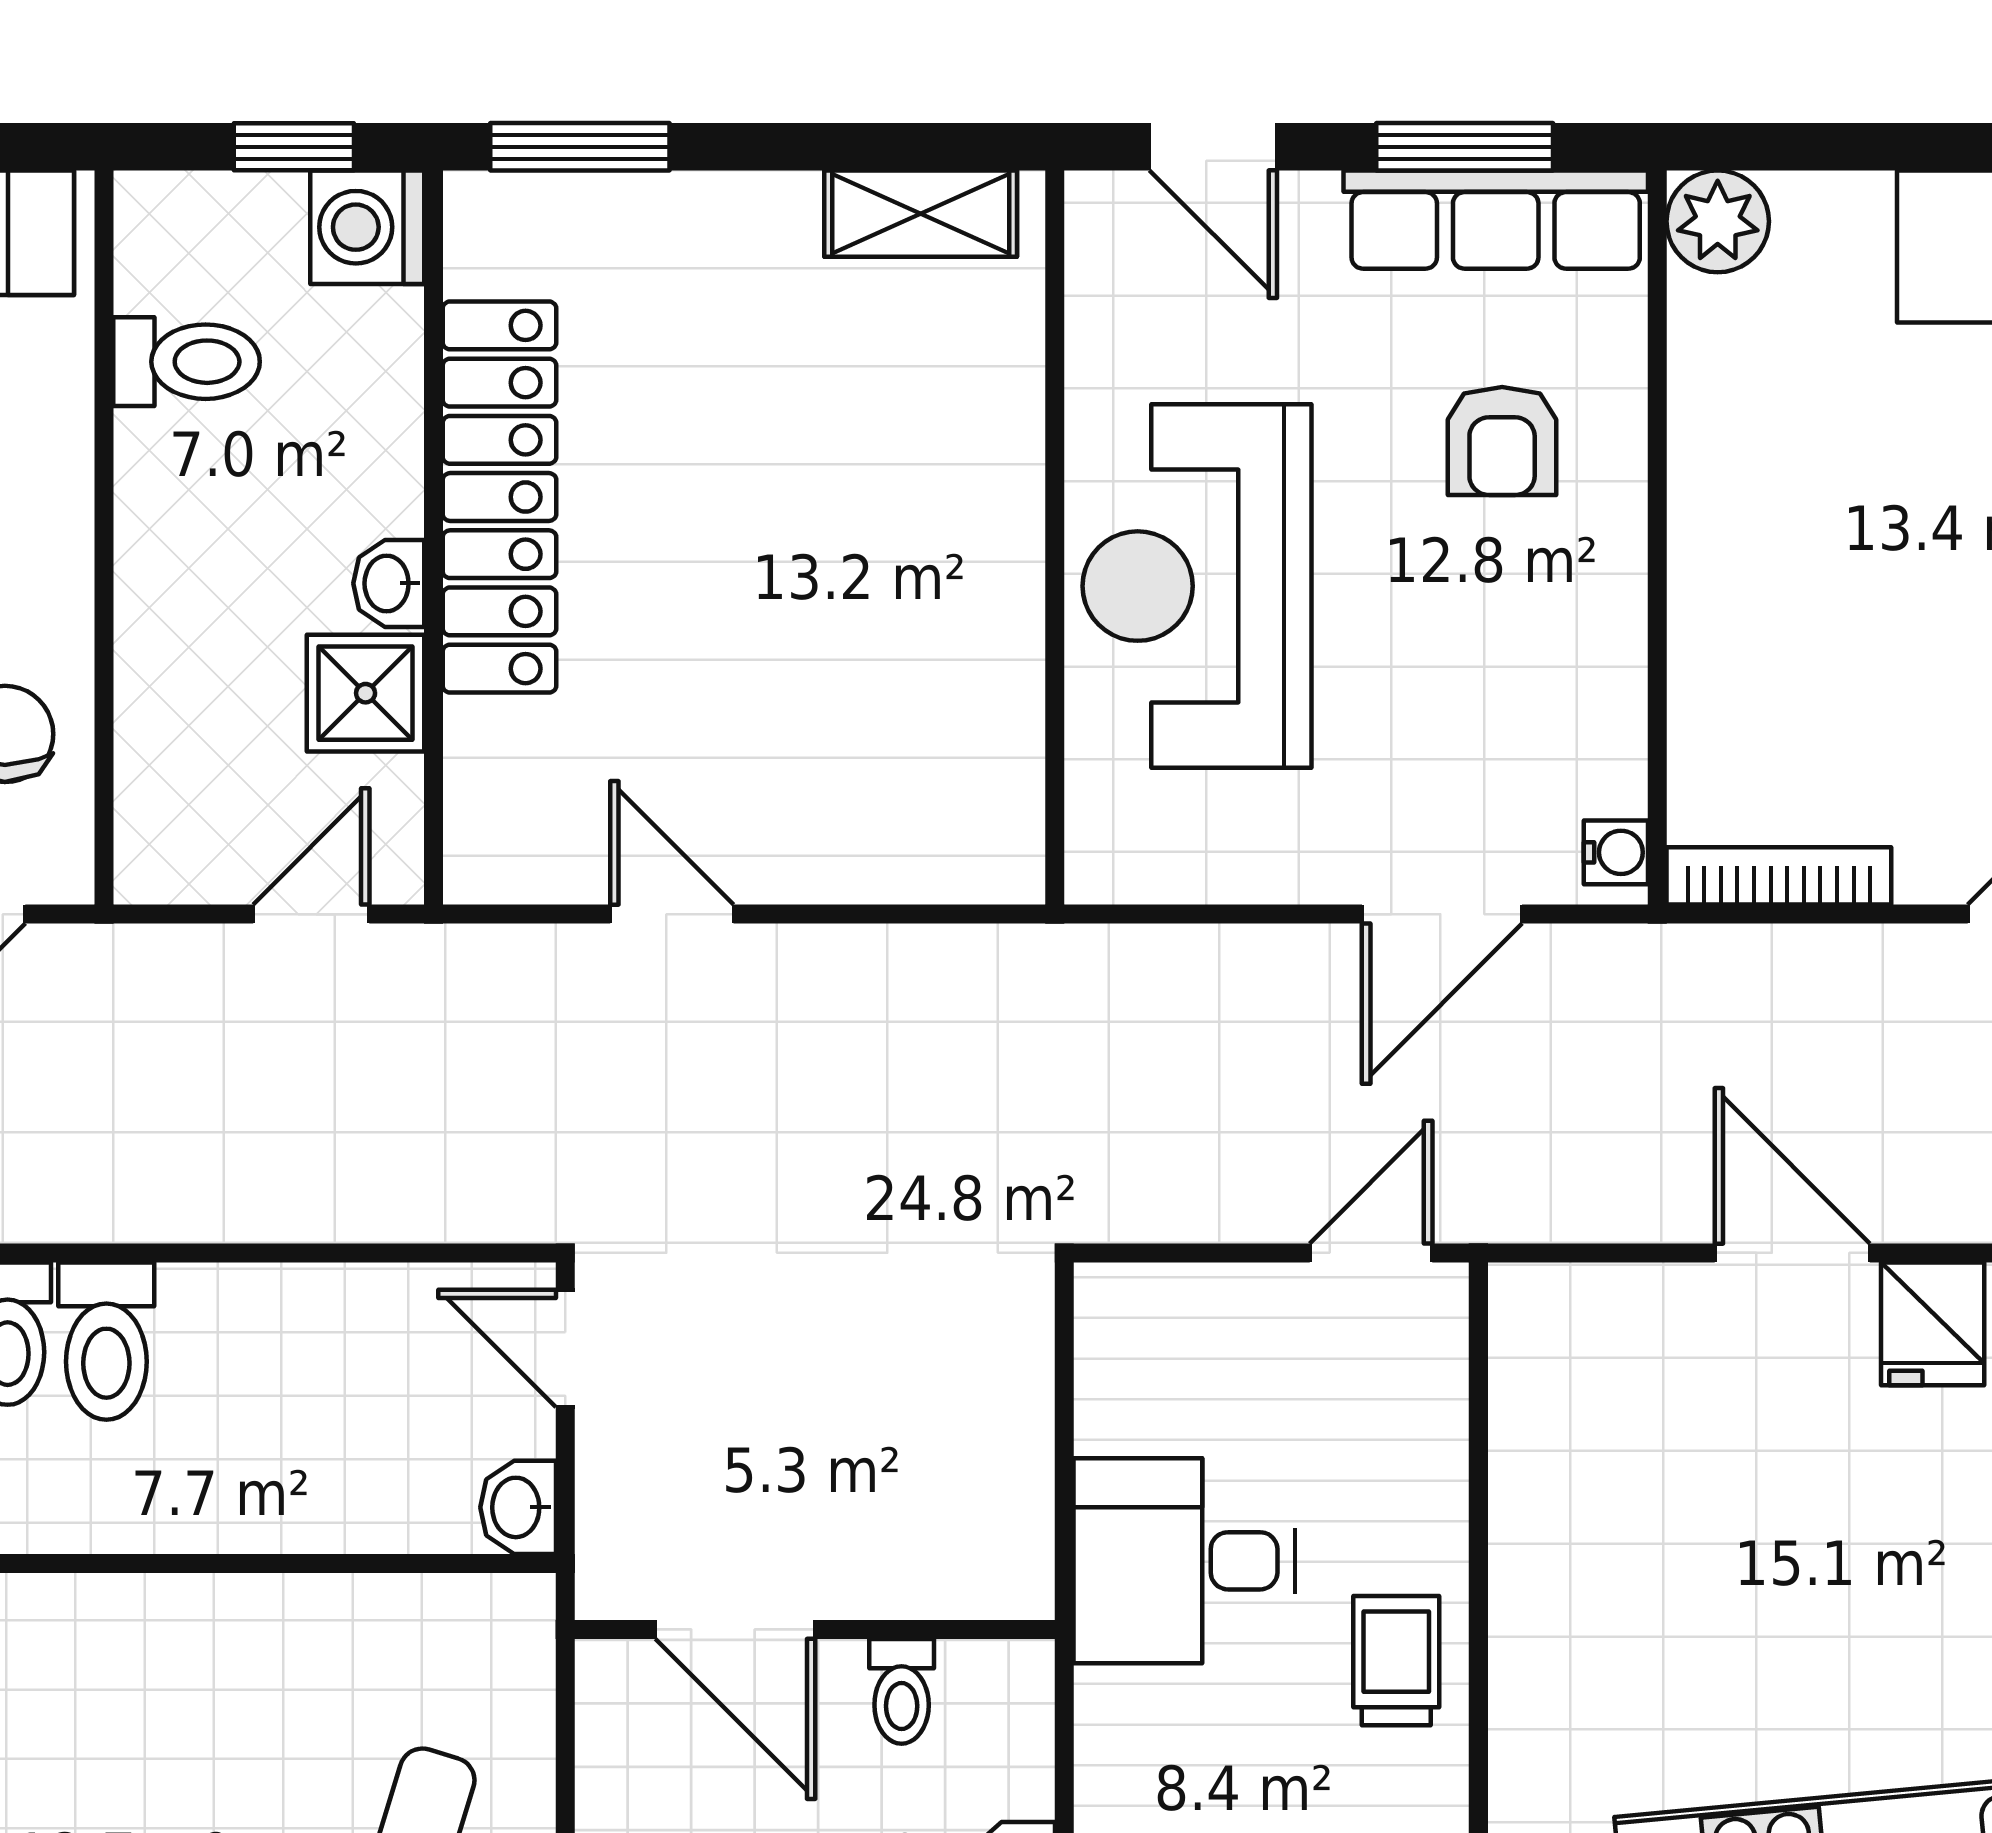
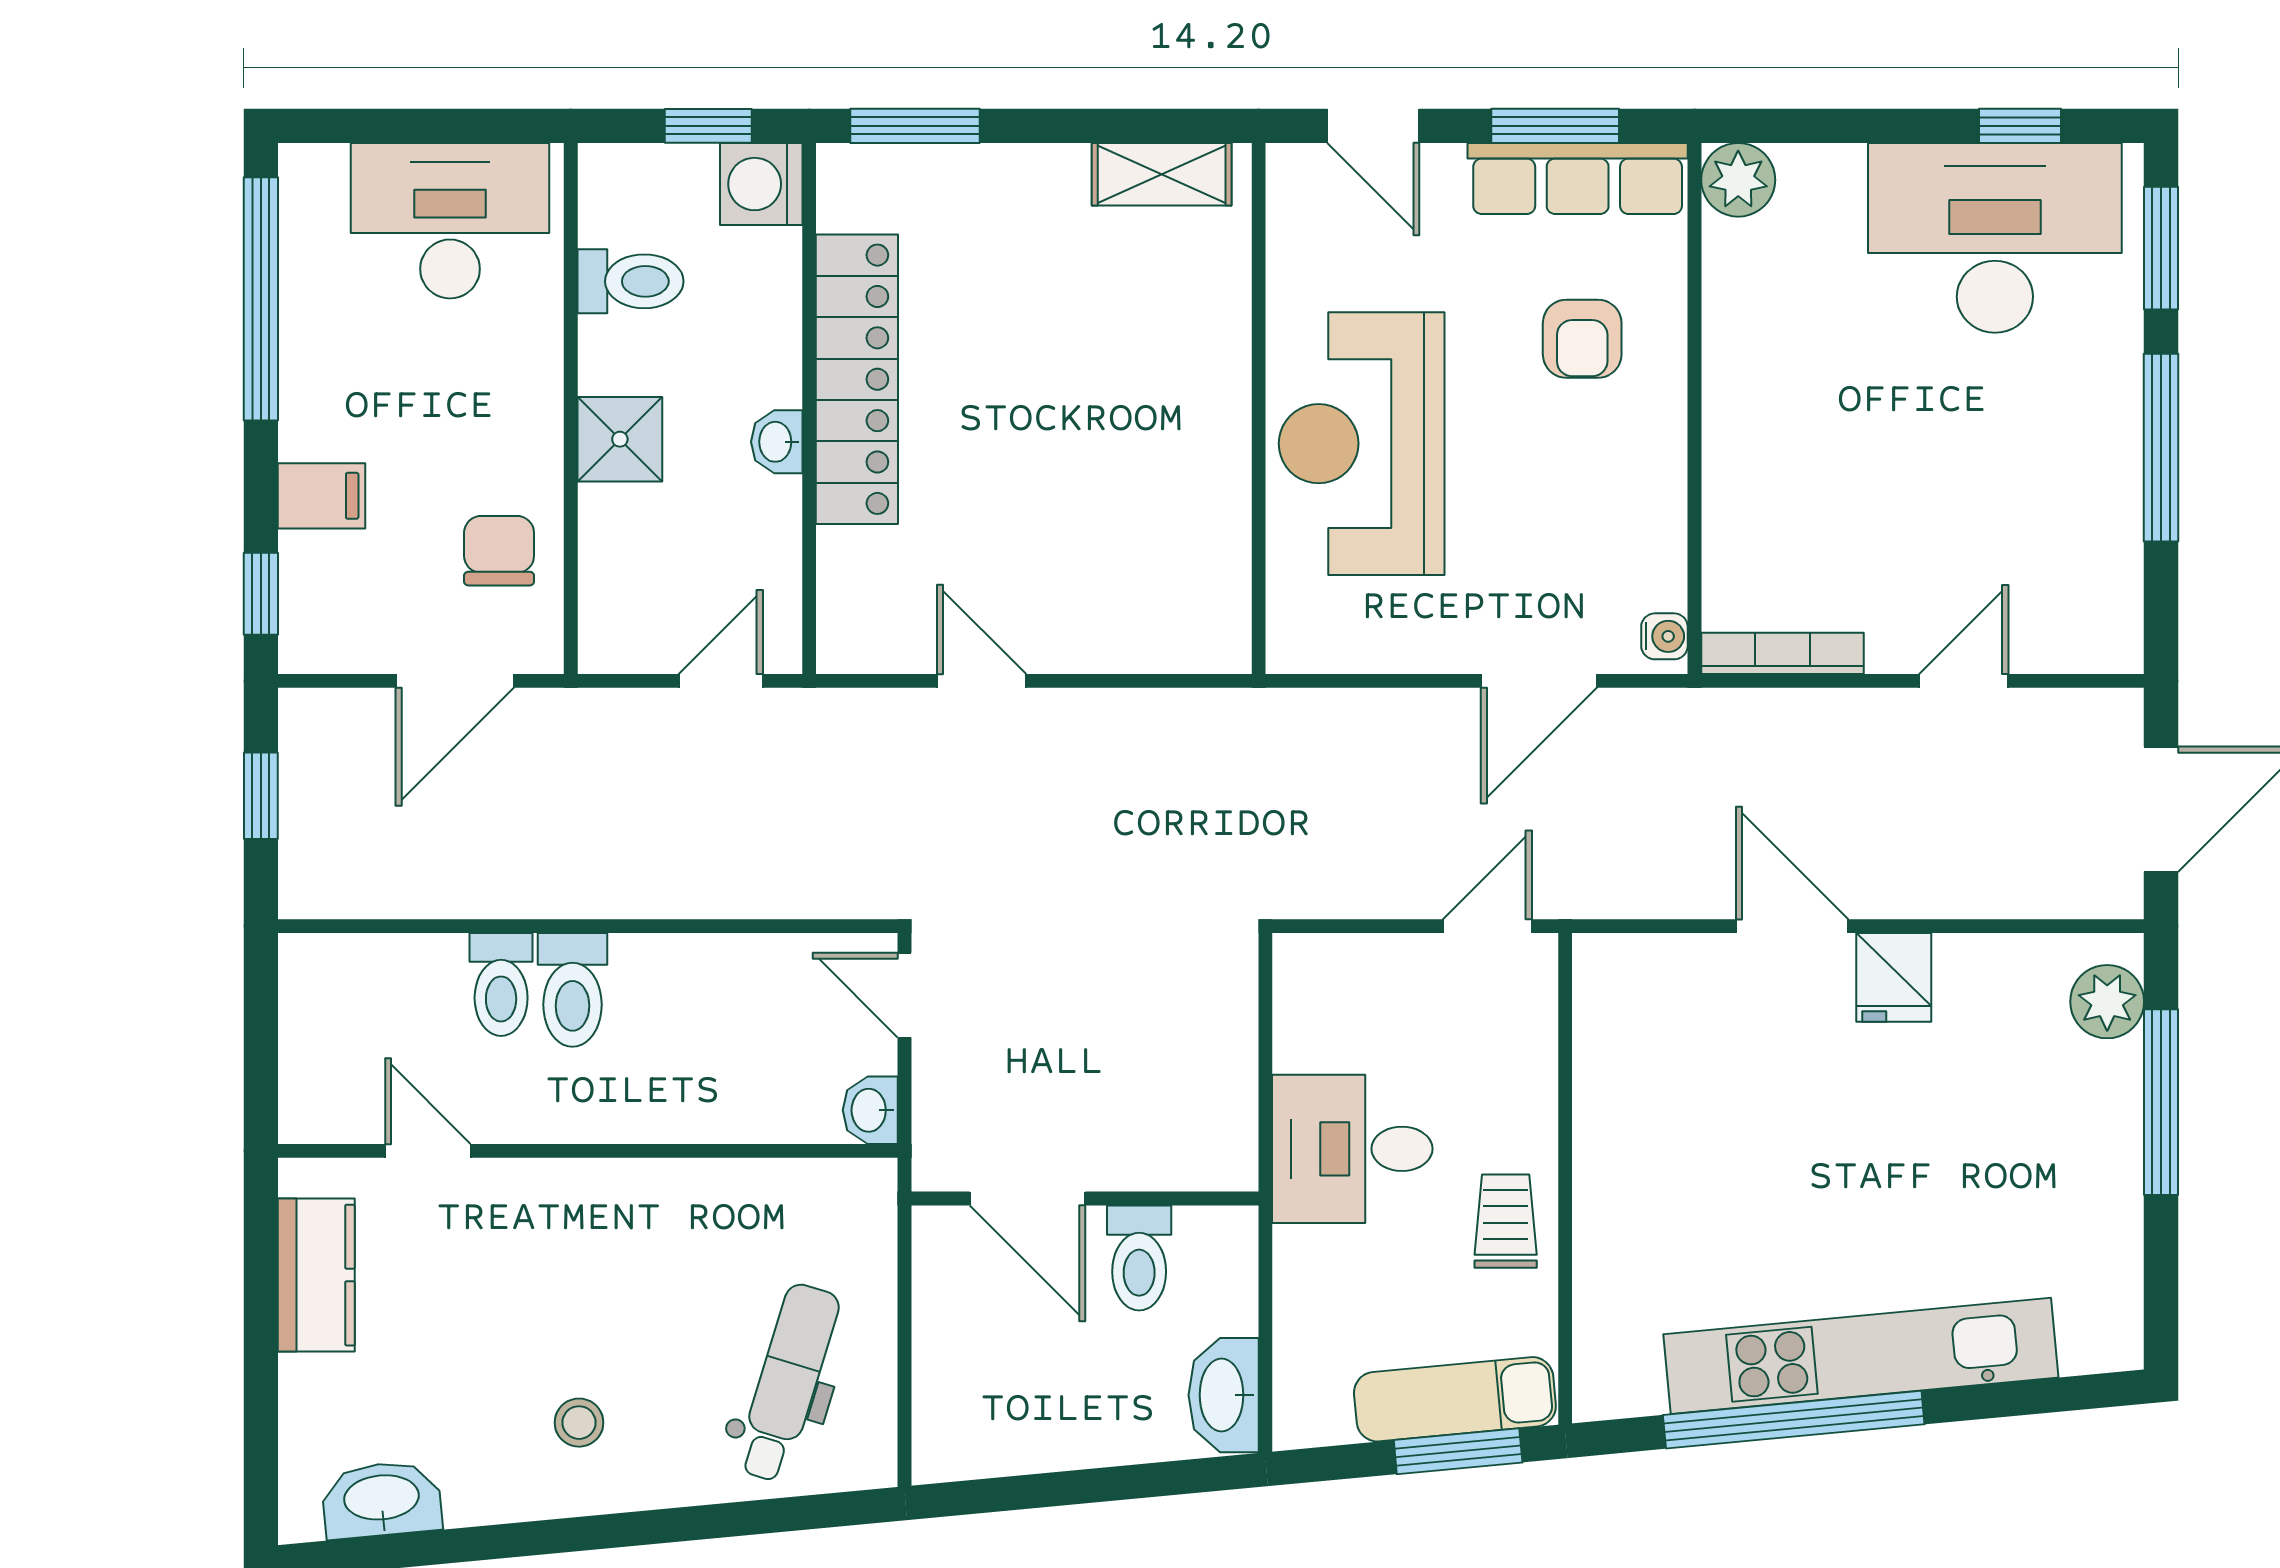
shower: (366, 693) -> (620, 439), moved
toilet: (902, 1691) -> (1139, 1258), width x1.37, depth x1.39

